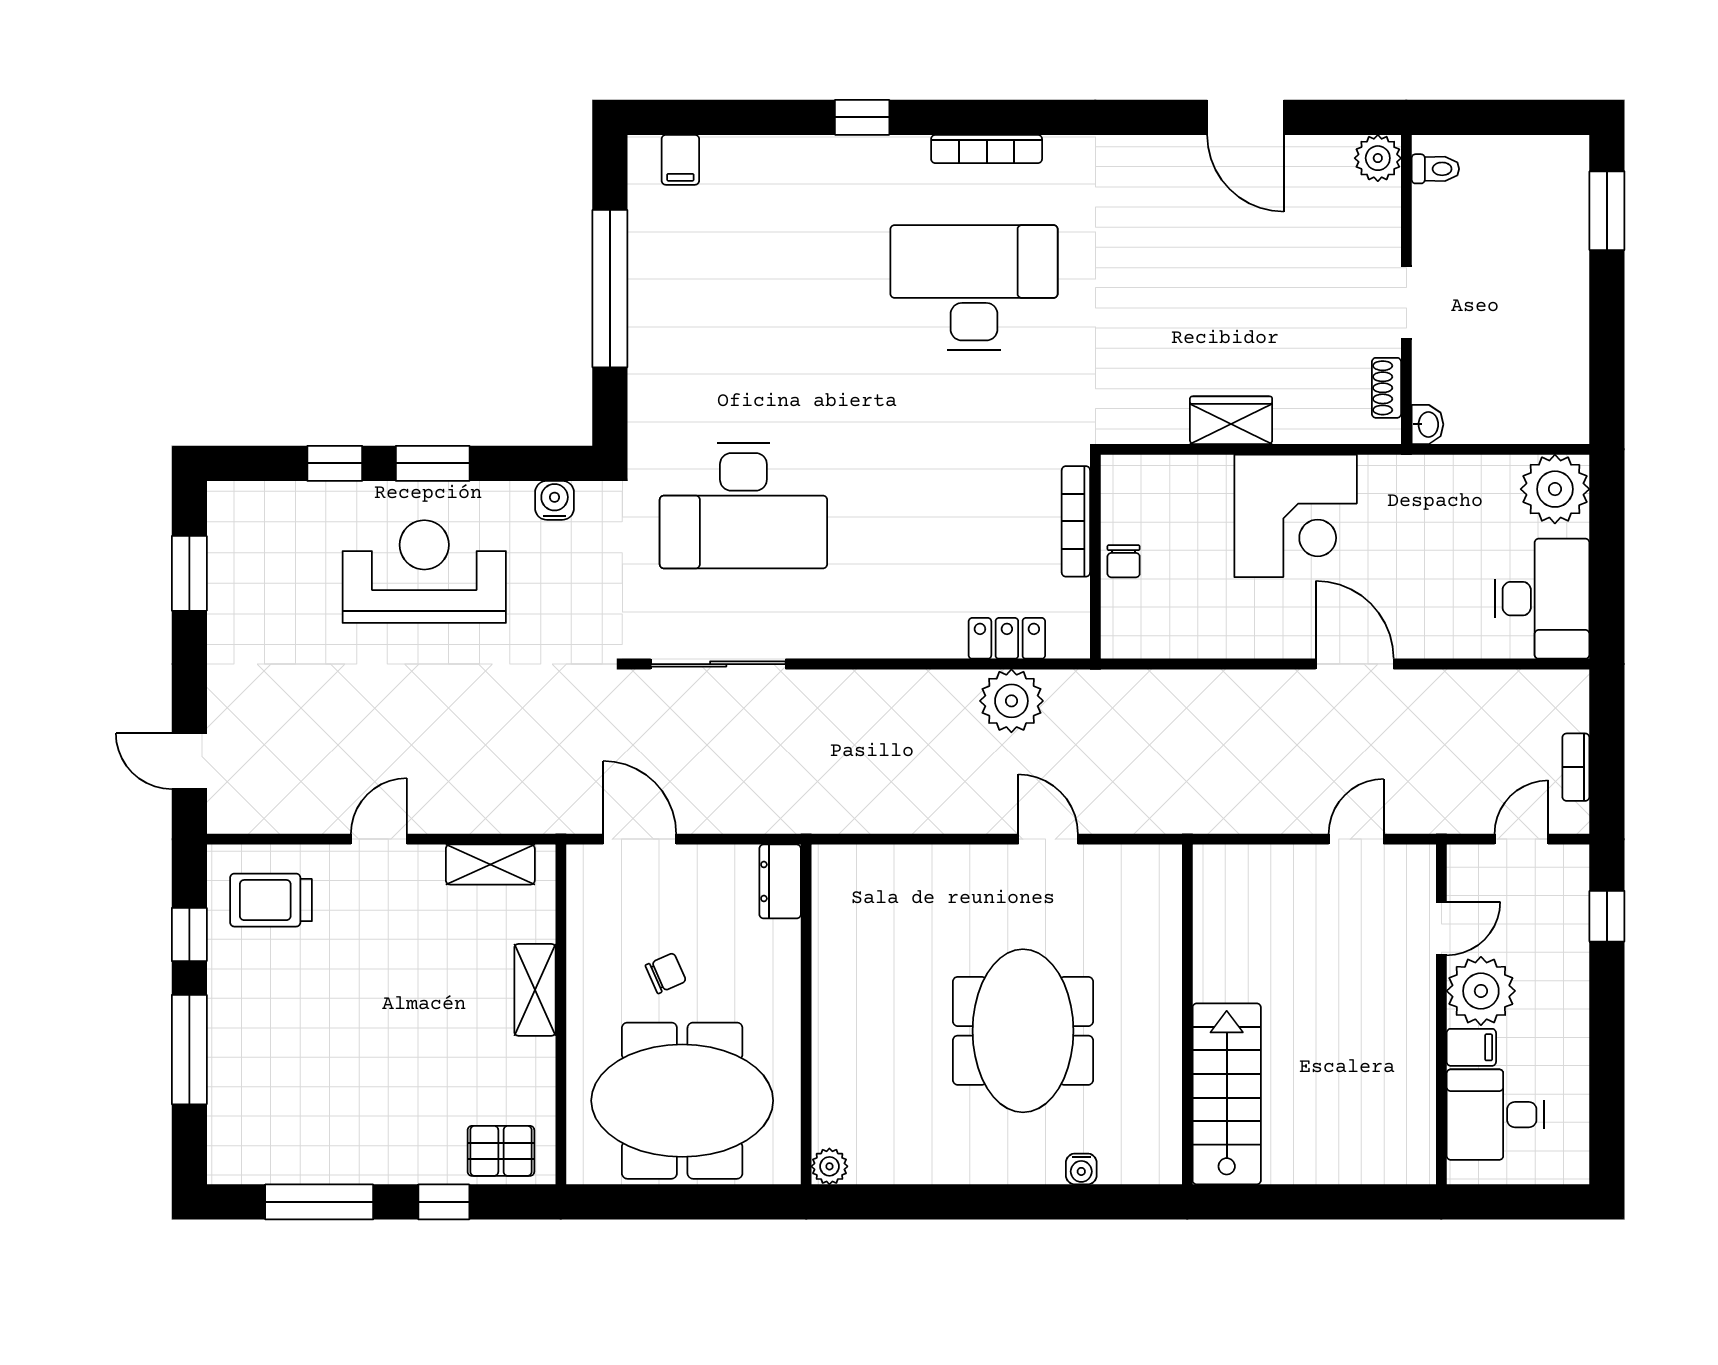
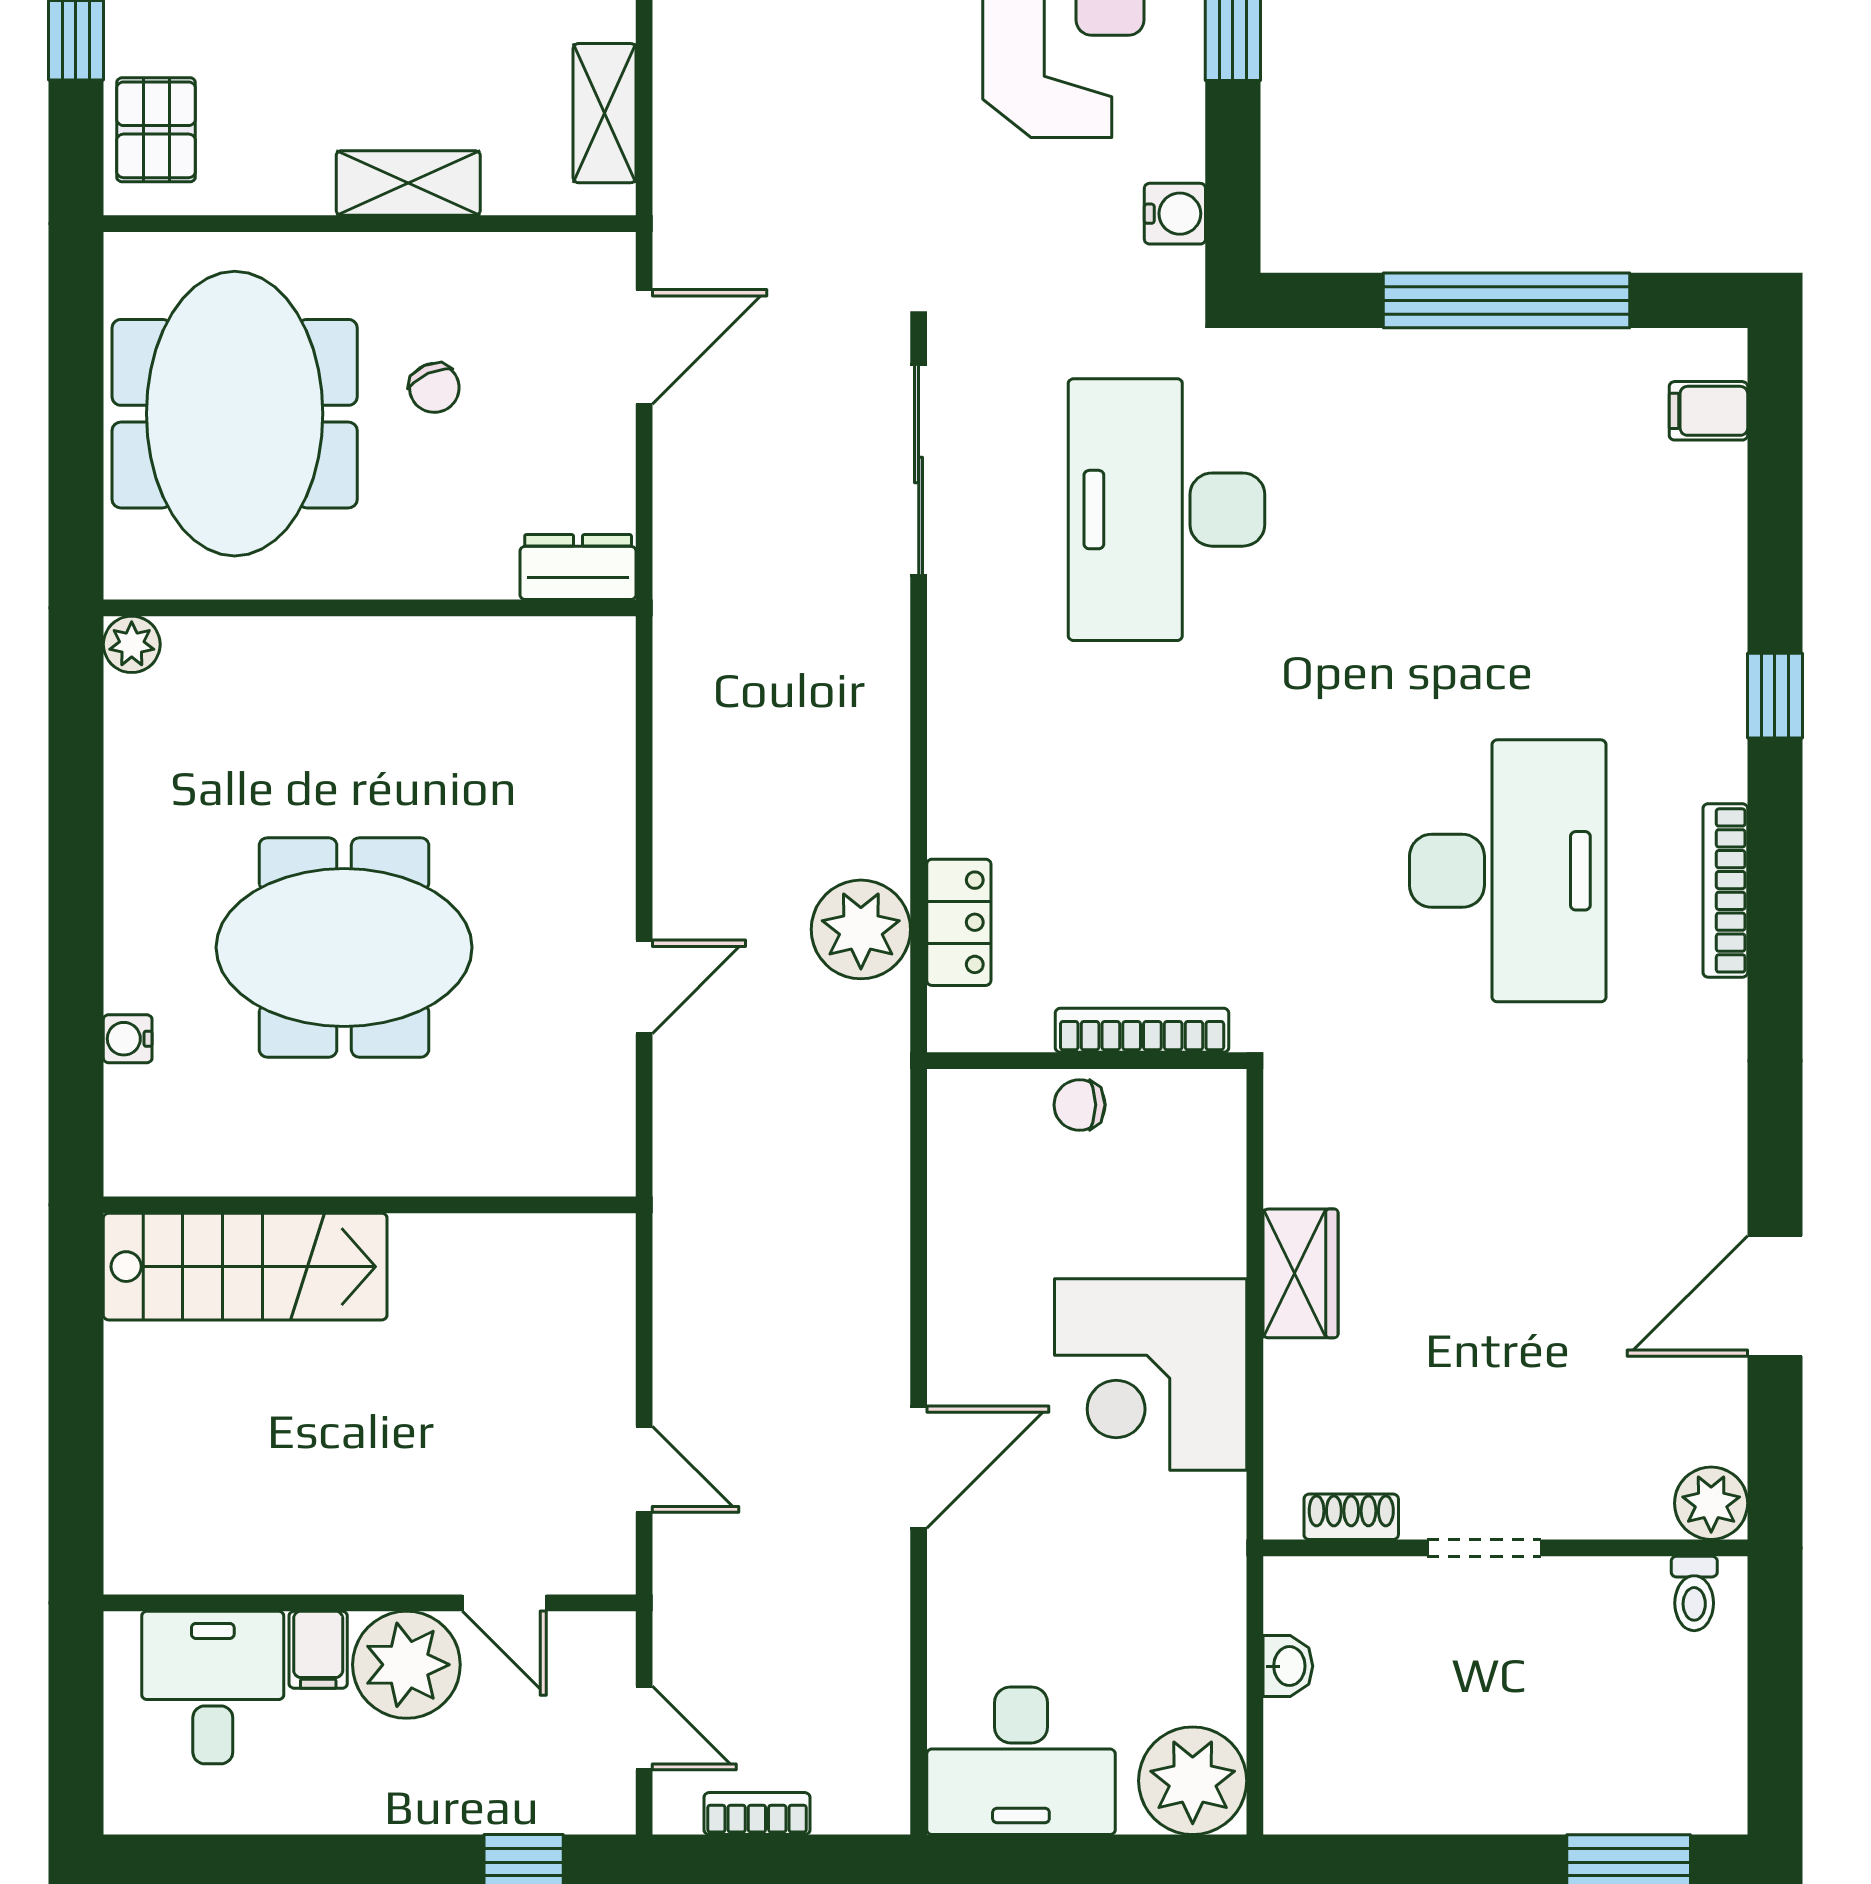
washbasin: (1427, 424) -> (1288, 1666), moved, turned -90

